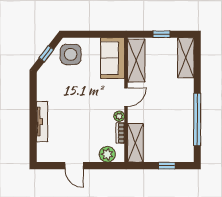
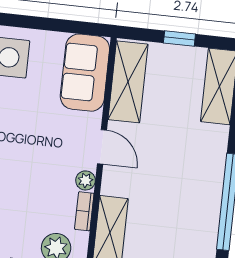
door: (126, 97) -> (102, 147), hinge flipped

